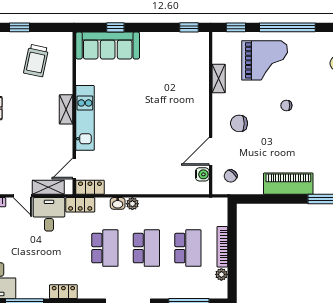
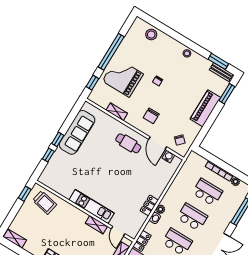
window: (19, 27) -> (25, 194), moved
window: (189, 27) -> (58, 139), moved
sofa: (108, 45) -> (77, 132), moved
grand piano: (265, 60) -> (123, 77), turned -90
trolley: (36, 61) -> (45, 202), moved
shelving: (66, 109) -> (96, 225), moved
cafe table: (189, 116) -> (128, 143), added
locker: (90, 187) -> (149, 205), moved

